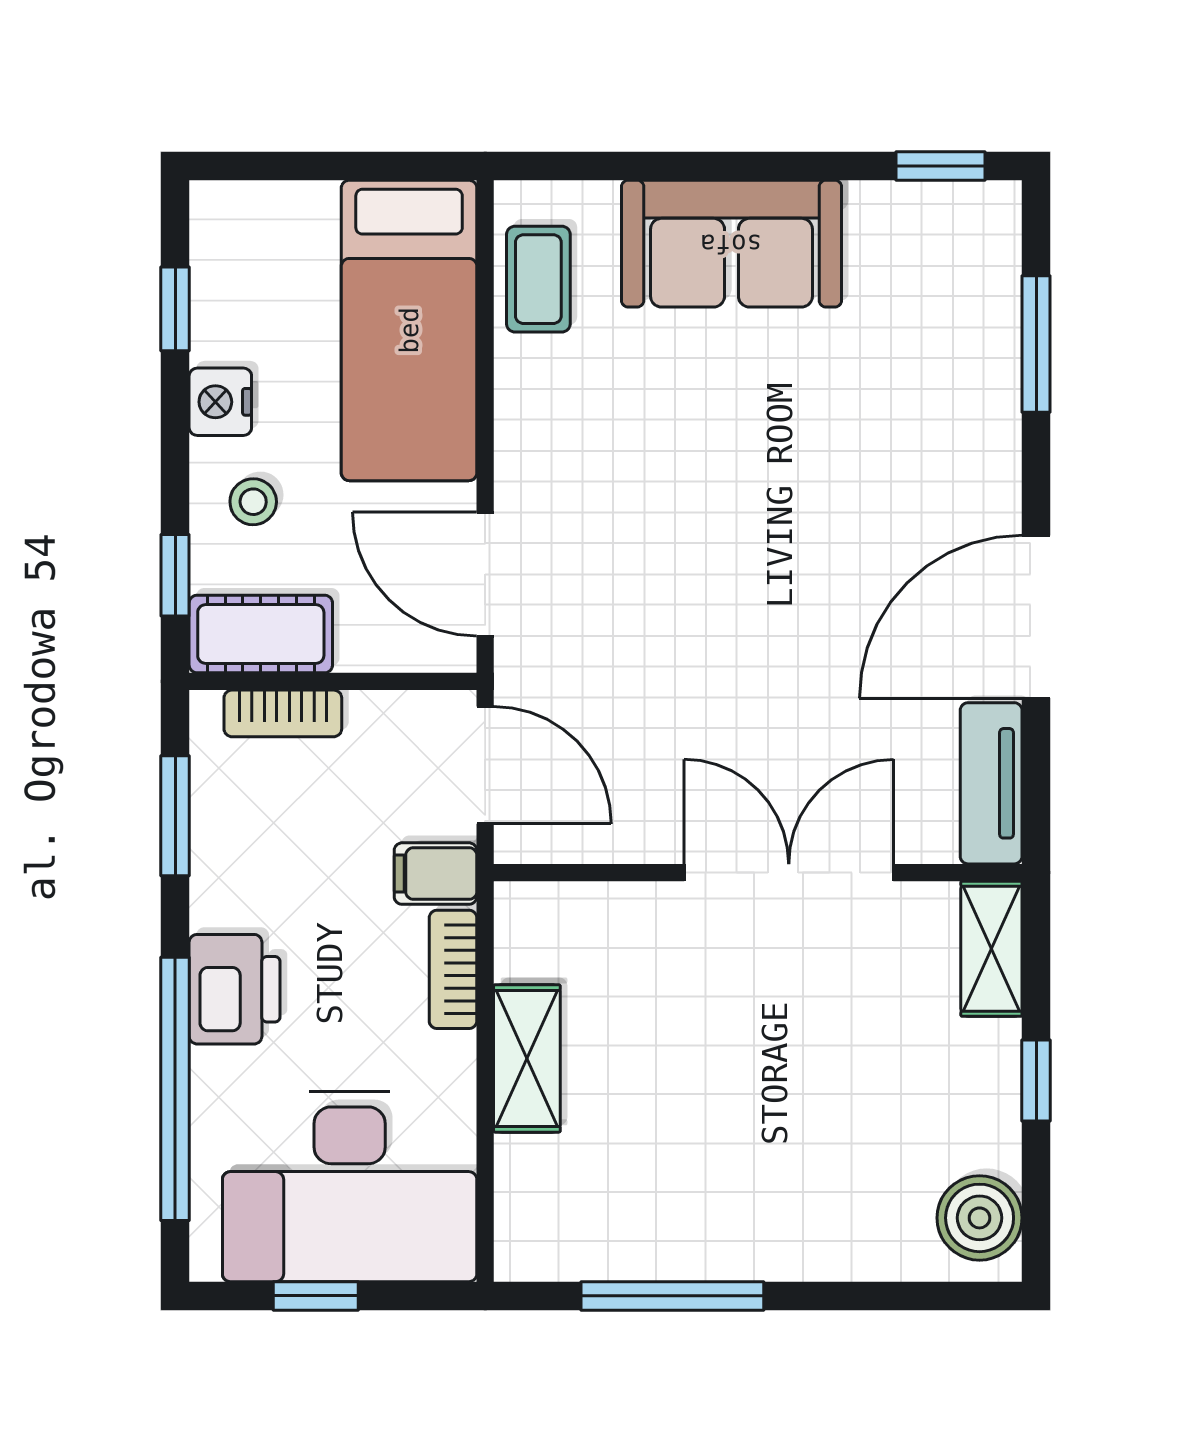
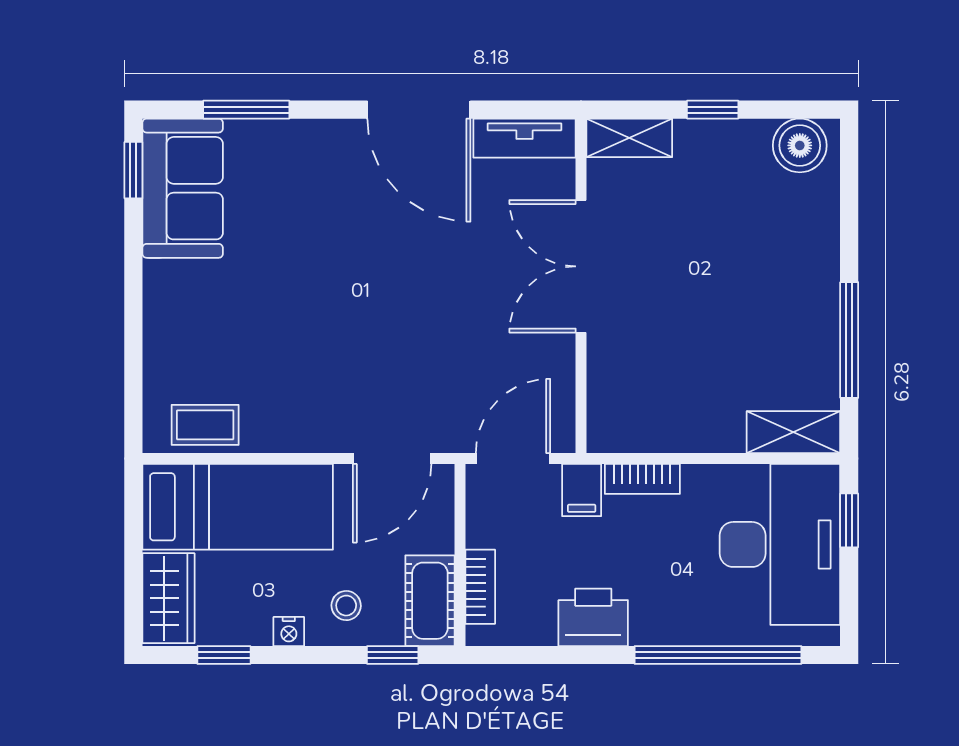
wardrobe: (265, 221) -> (169, 598), added
sofa: (731, 244) -> (183, 188), moved
nightstand: (220, 402) -> (289, 631), width x0.72, depth x0.74
window: (175, 816) -> (545, 655), removed
printer: (235, 989) -> (593, 617), moved
shelving: (527, 1058) -> (793, 432), moved
window: (316, 1296) -> (849, 520), moved

